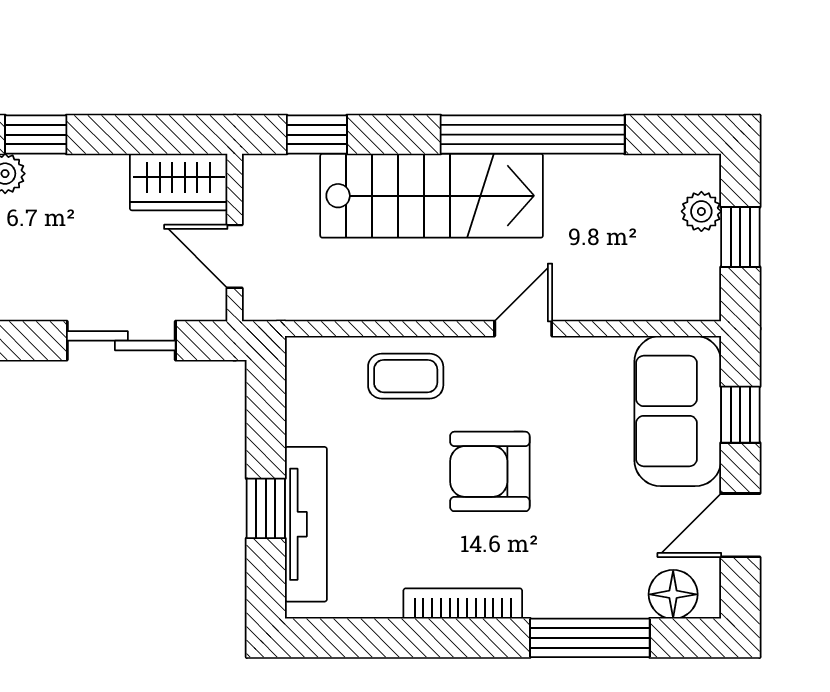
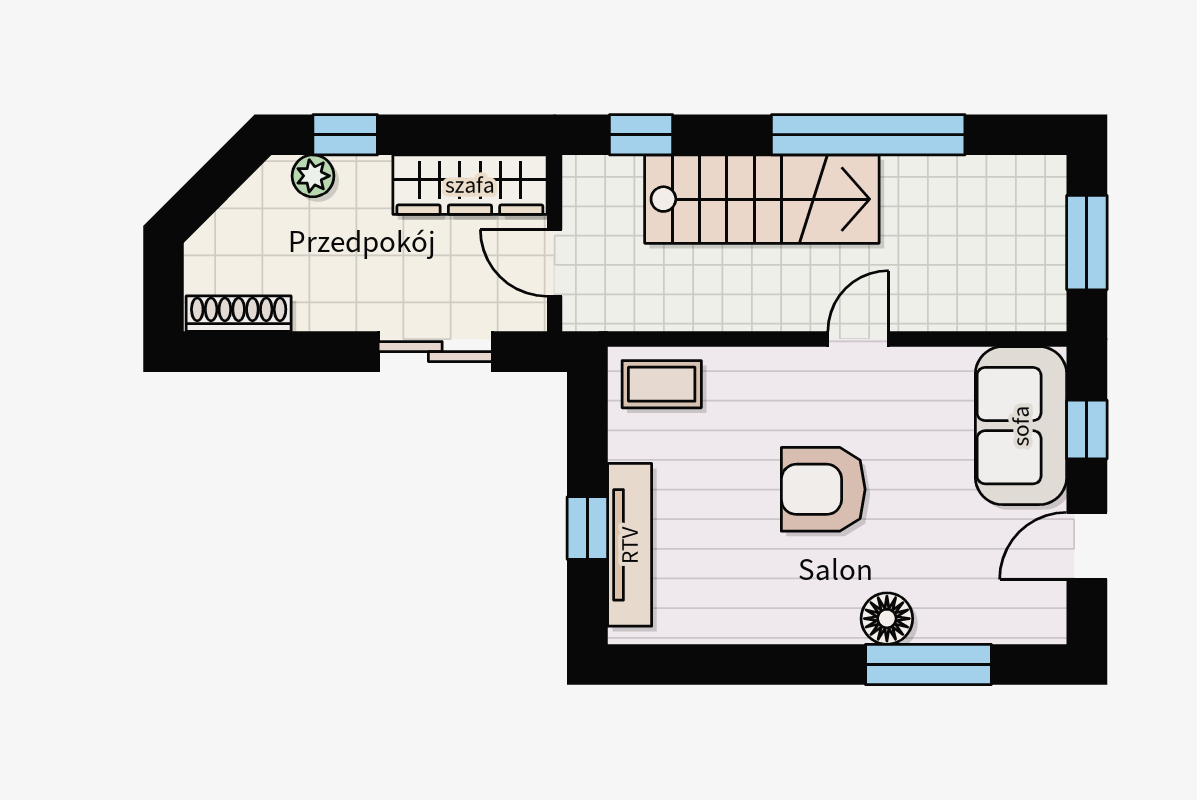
wardrobe: (179, 182) -> (470, 185), width x1.50
plant: (701, 211) -> (1046, 216), removed
window: (740, 237) -> (1087, 243), width x1.50
coffee table: (406, 376) -> (662, 384), moved
floor lamp: (673, 594) -> (887, 619), moved
bookcase: (463, 604) -> (795, 628), removed

